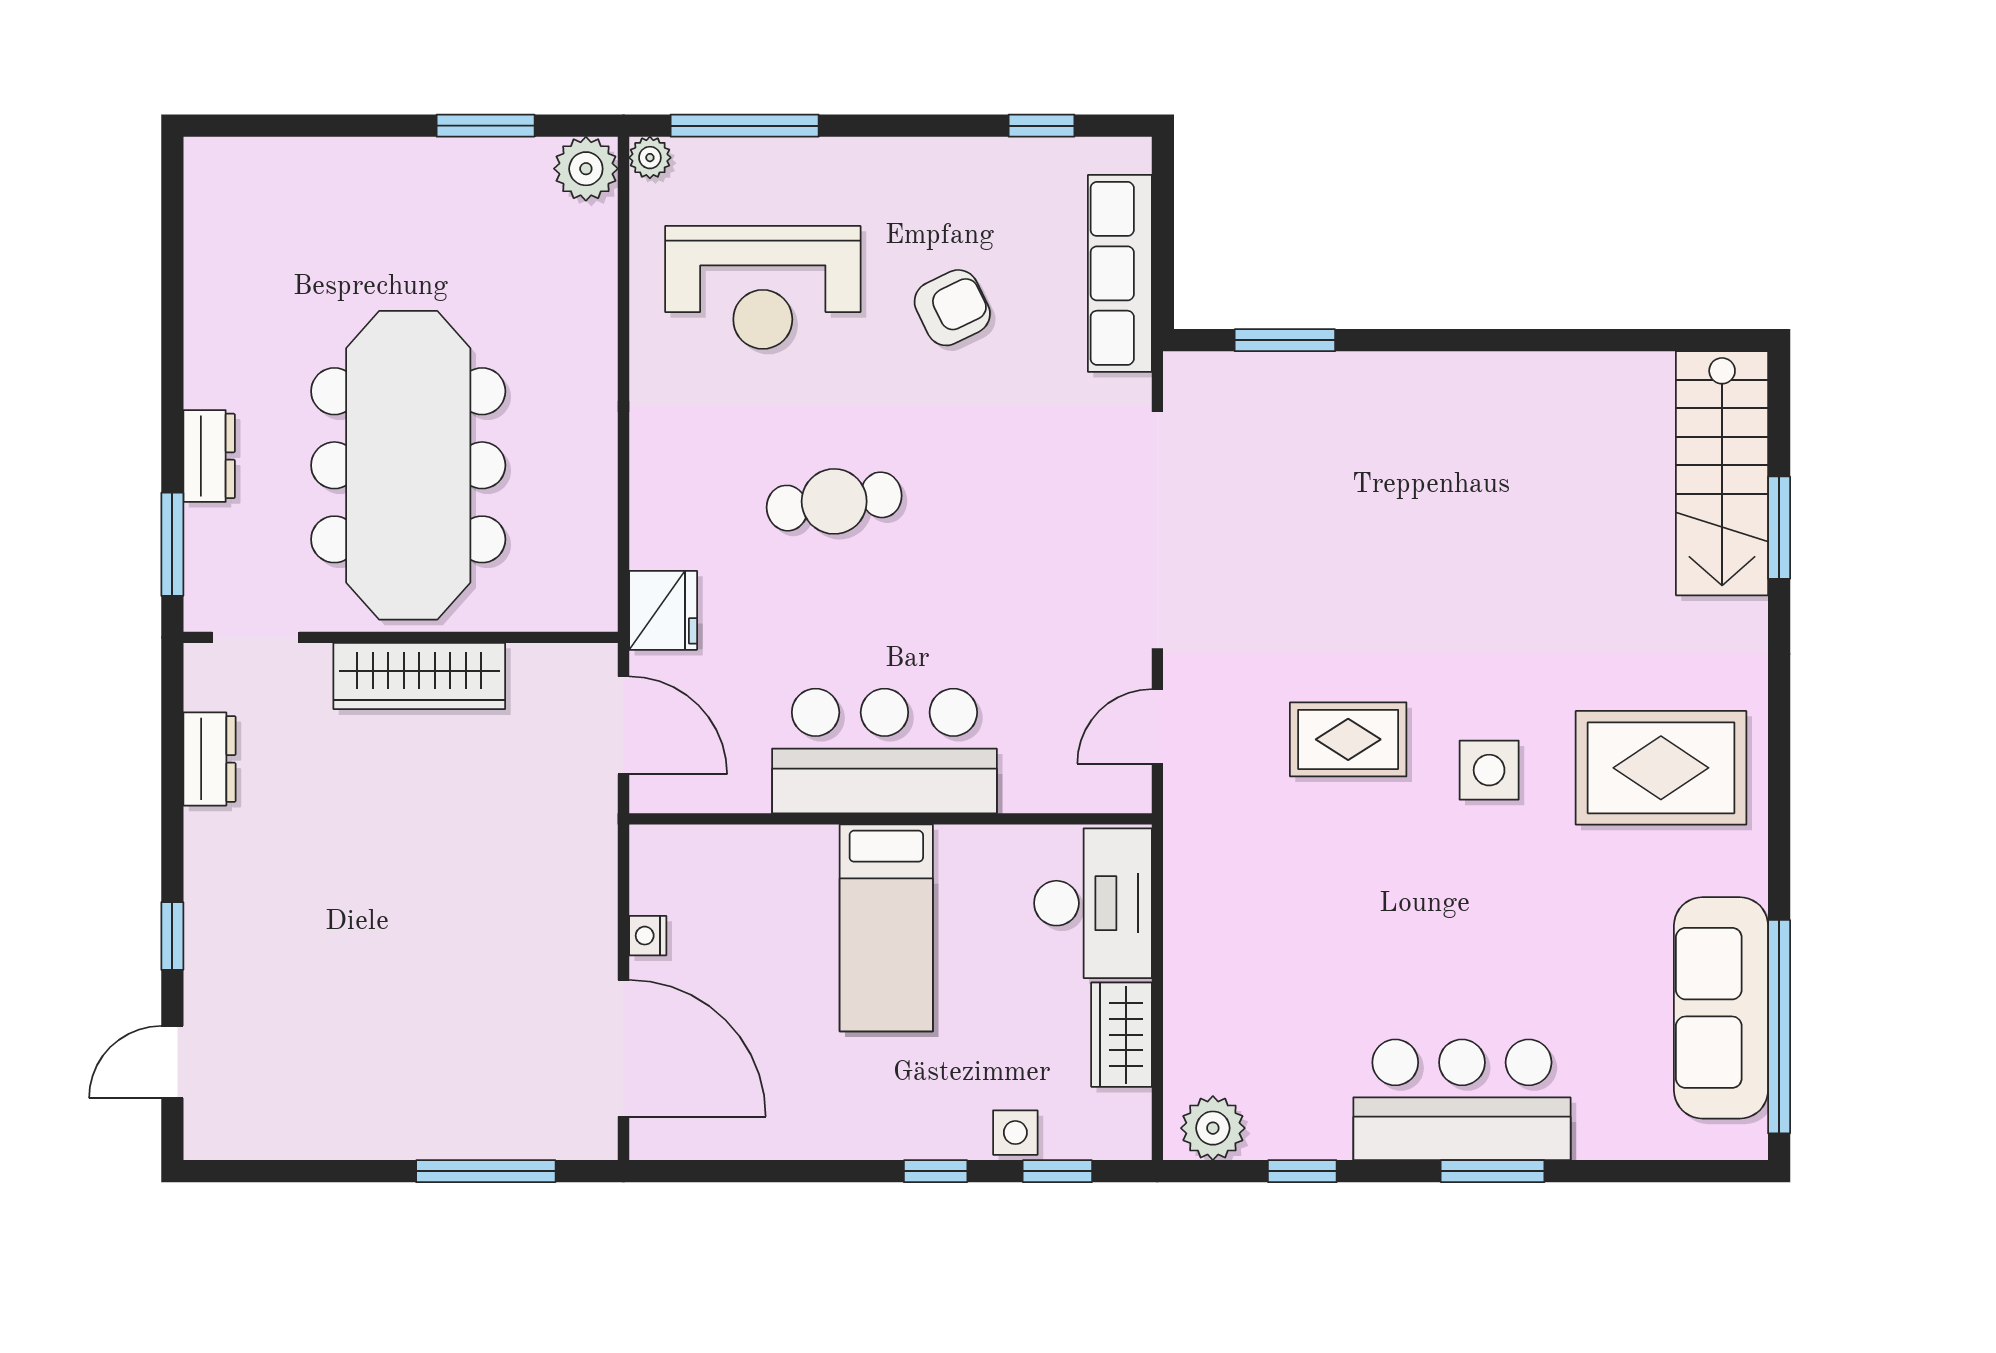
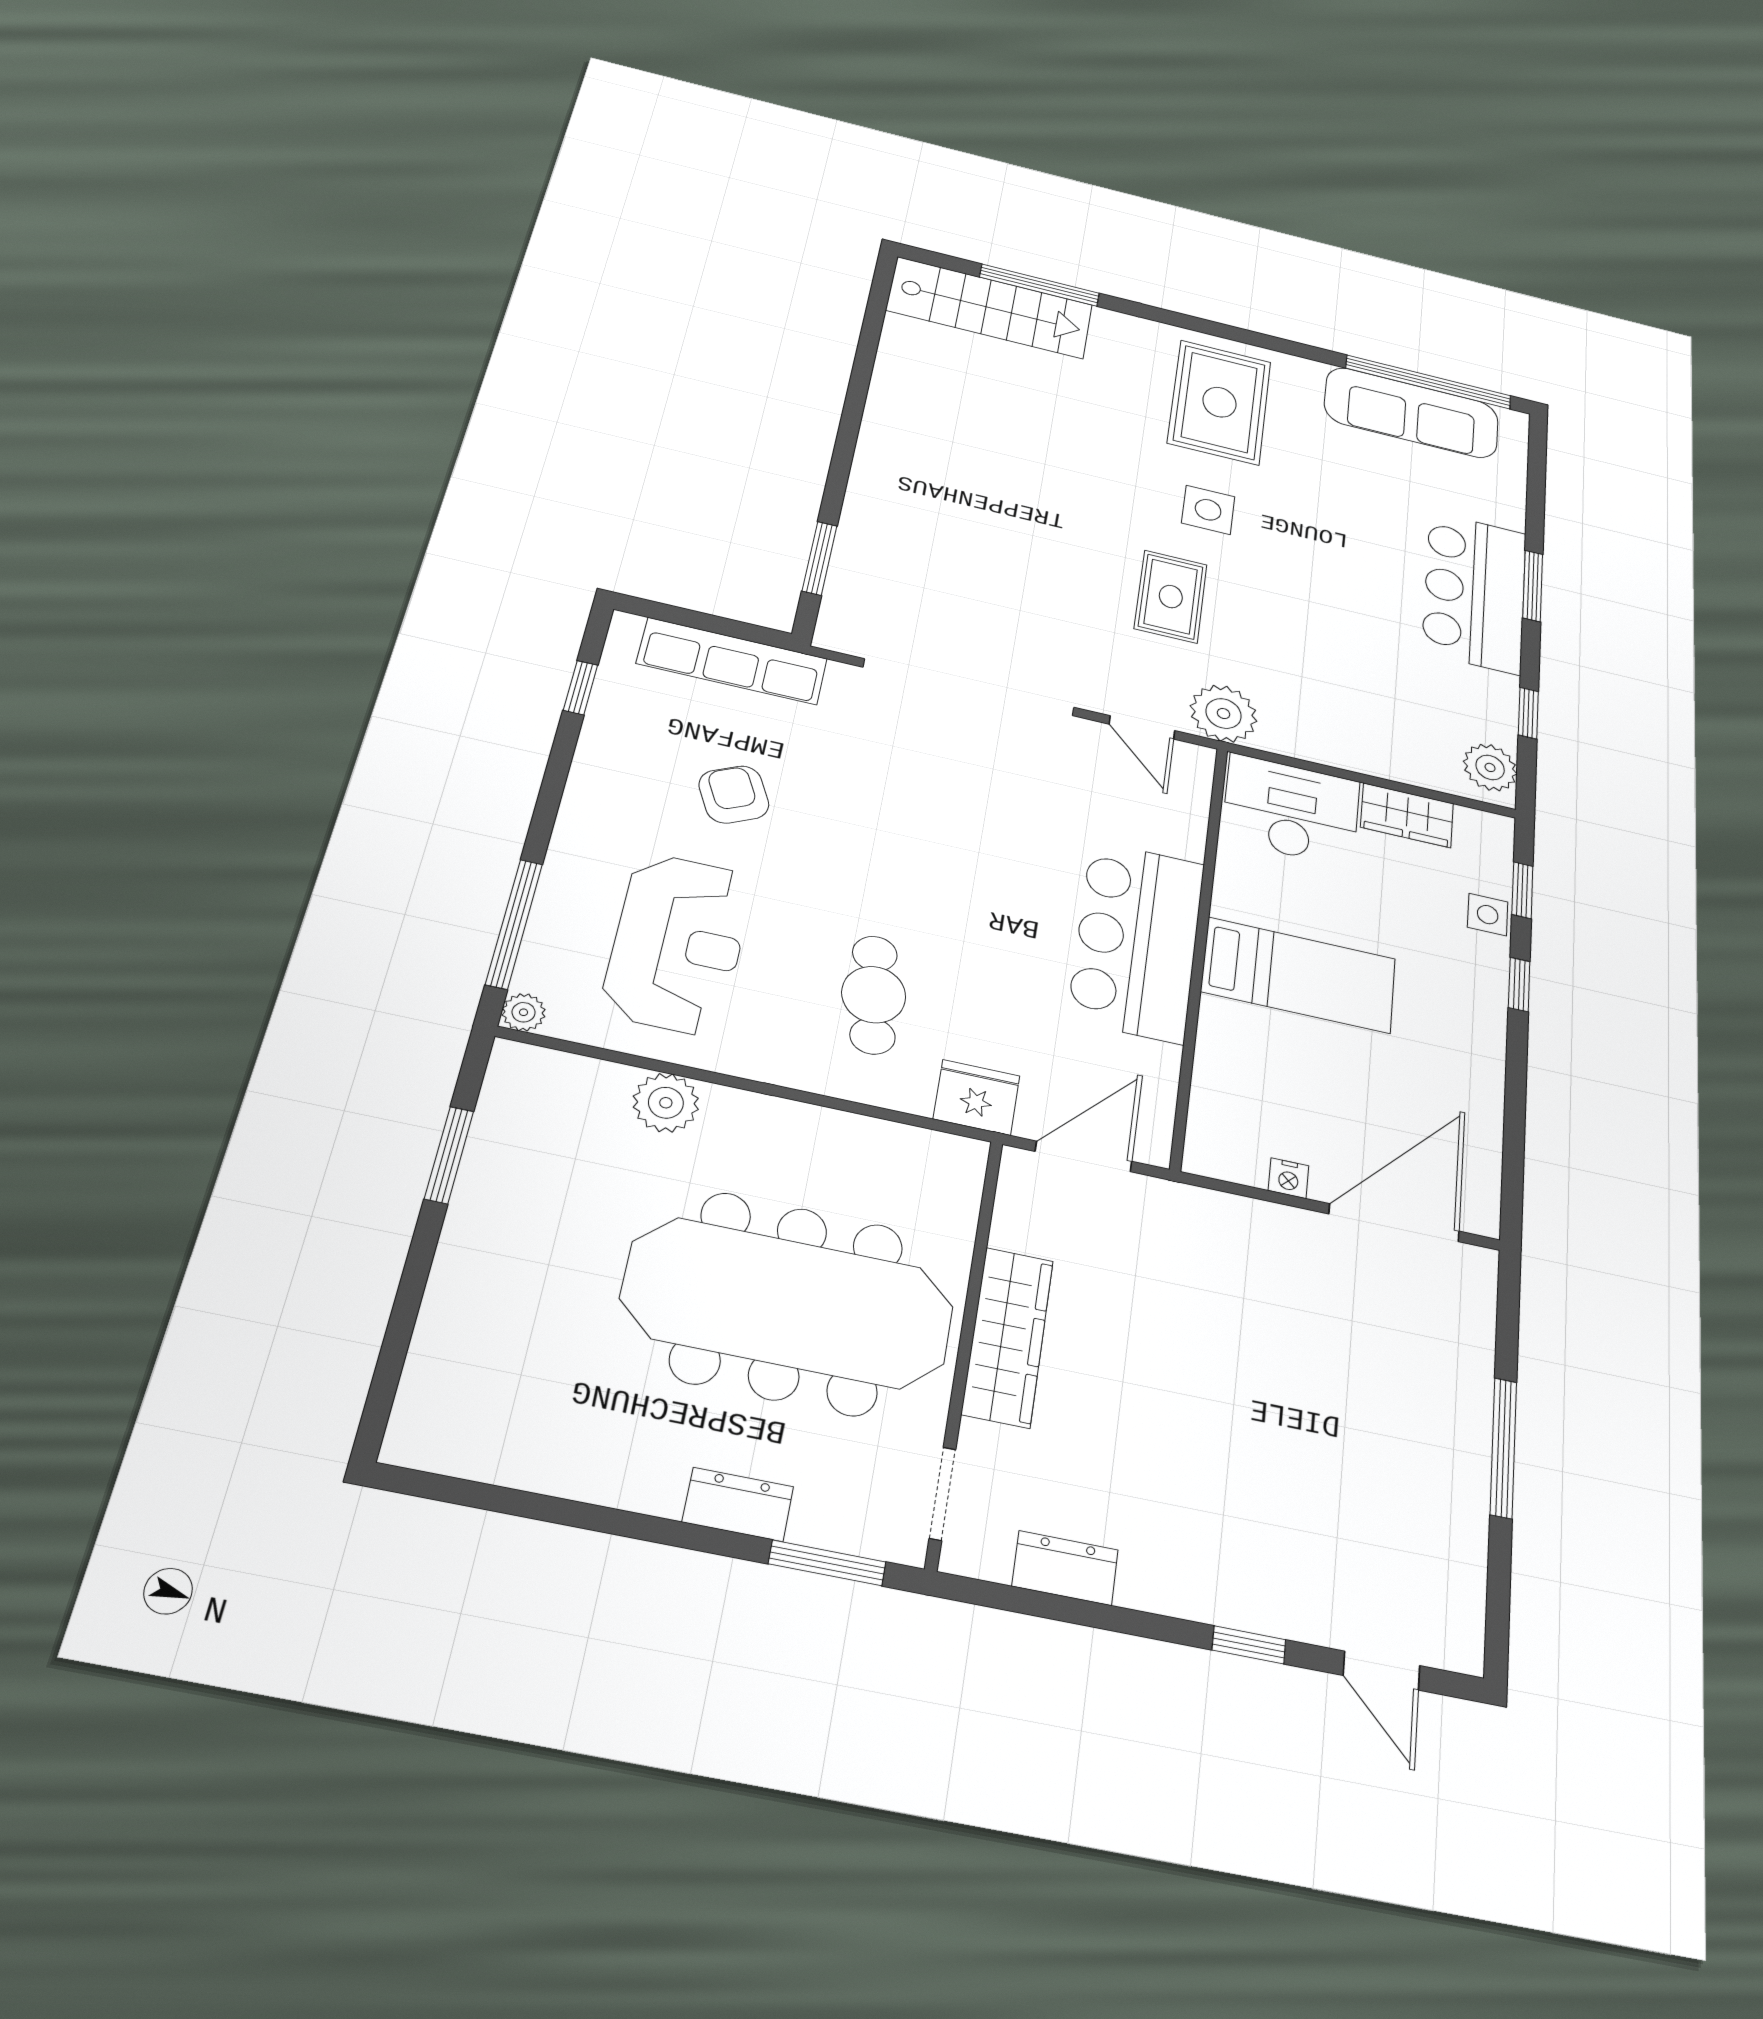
plant: (586, 169) -> (666, 1103), moved
cafe table: (834, 501) -> (874, 995), moved
window: (1779, 528) -> (1039, 285), width x1.44
plant: (1202, 816) -> (1224, 714), added
window: (486, 1171) -> (1503, 1448), moved

